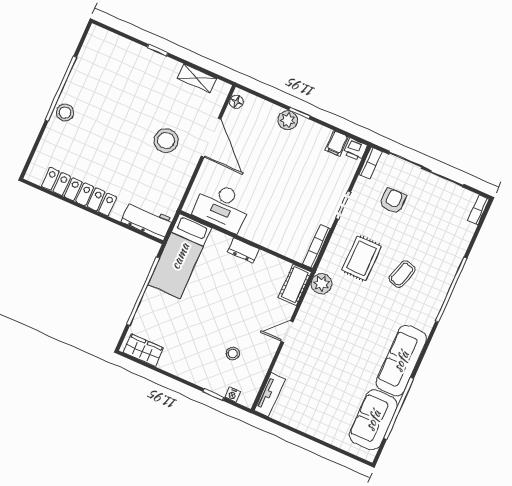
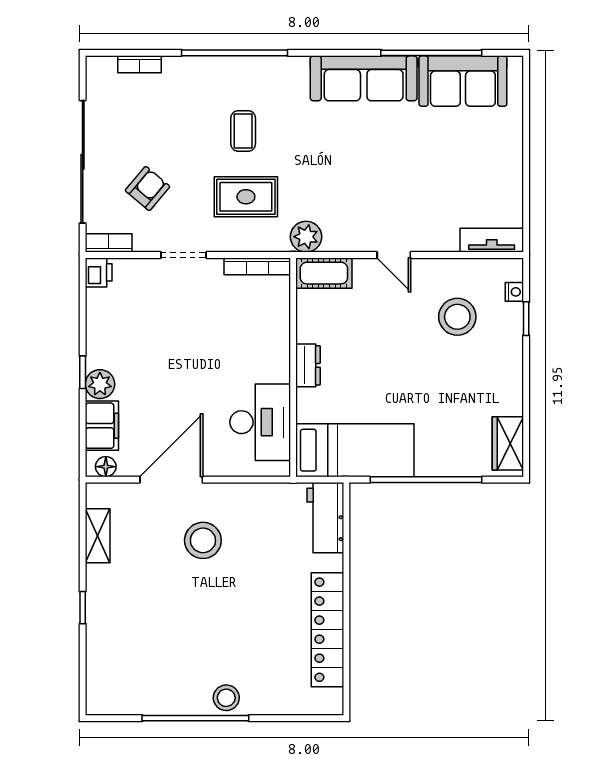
filing cabinet: (337, 143) -> (102, 426), moved, width x2.00
armchair: (393, 201) -> (147, 188), turned 130
bookcase: (478, 210) -> (140, 64), moved
coffee table: (402, 274) -> (243, 131), turned 72
stool: (233, 354) -> (457, 317), width x1.89, depth x1.89

